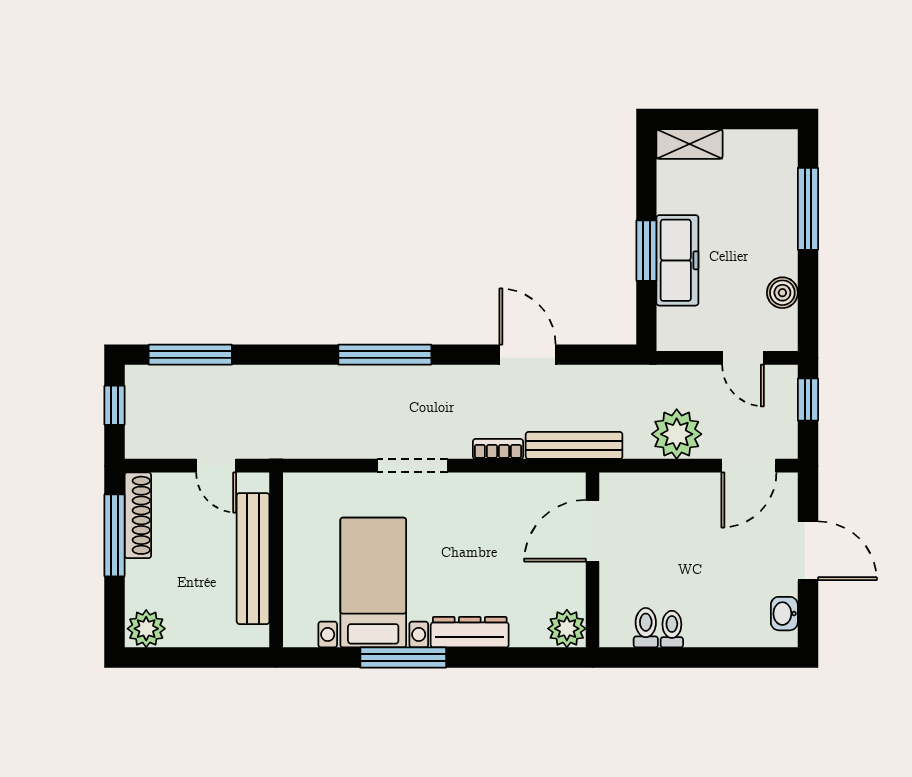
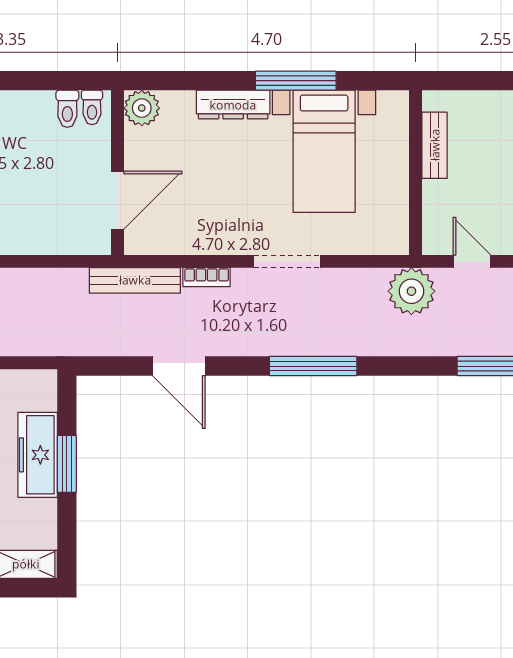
plant: (677, 434) -> (411, 291), moved
bench: (253, 559) -> (435, 145), width x0.54, depth x0.82
toilet: (672, 629) -> (92, 107), moved

